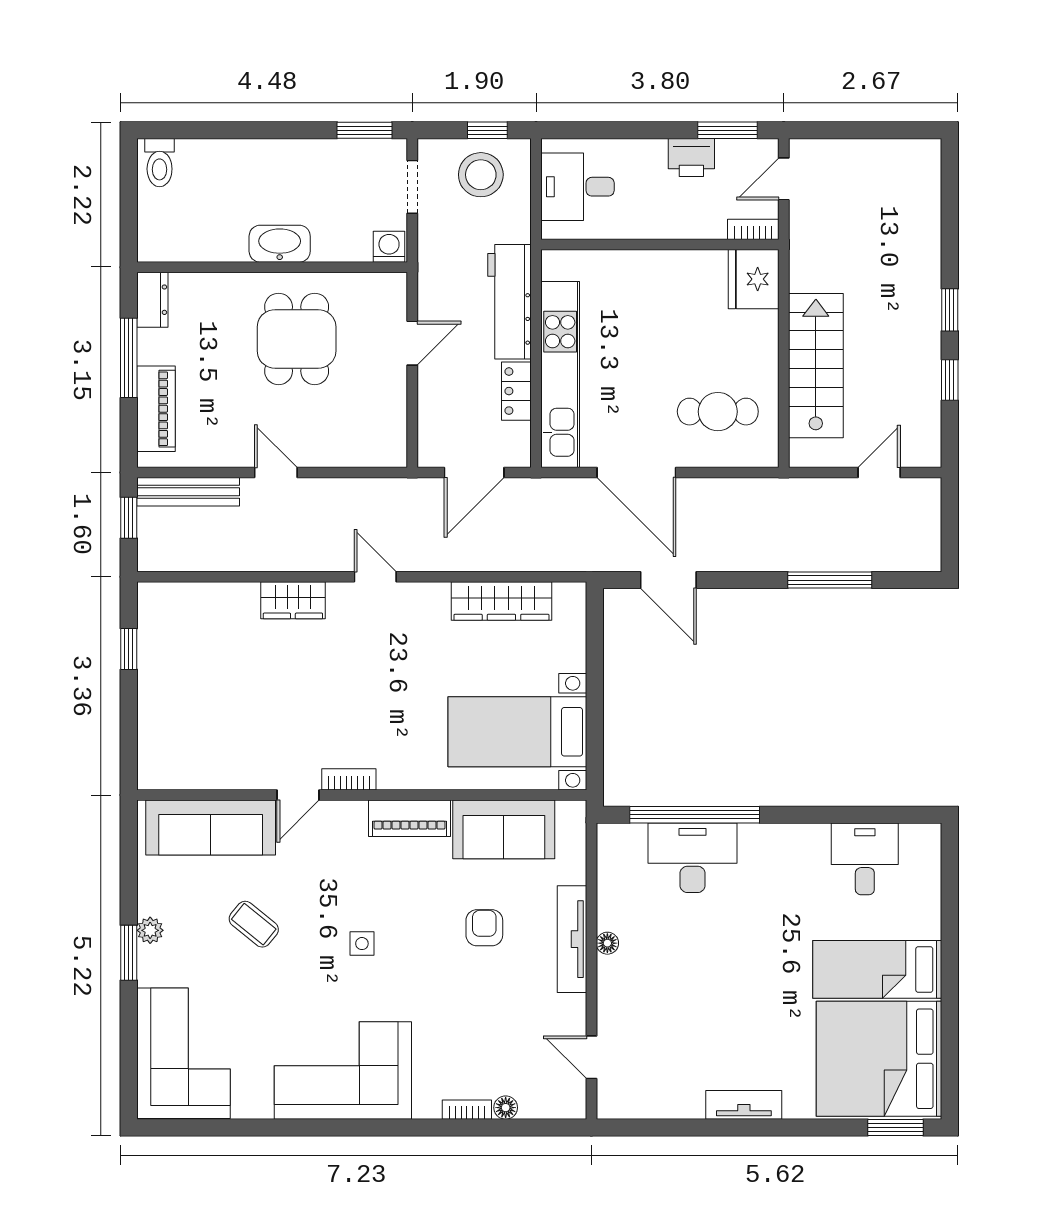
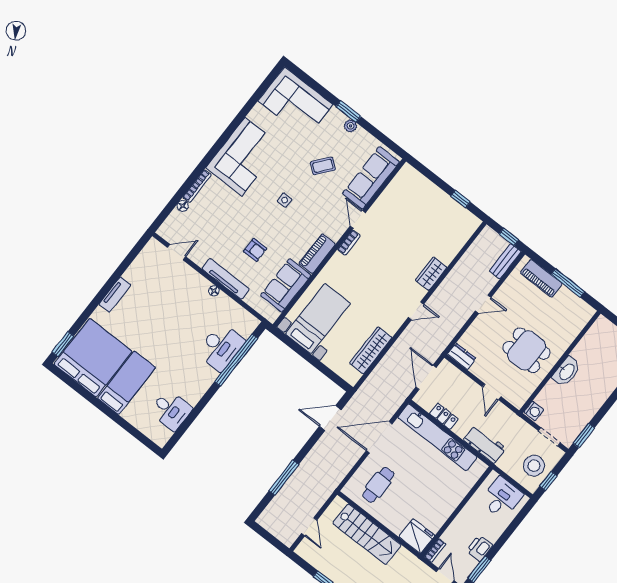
dresser: (152, 300) -> (462, 356), moved, turned 180
workbench: (510, 302) -> (485, 444), width x0.73
bench: (188, 492) -> (505, 261), width x0.73
bookcase: (467, 1110) -> (197, 186), width x1.56

